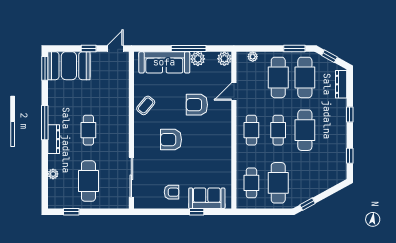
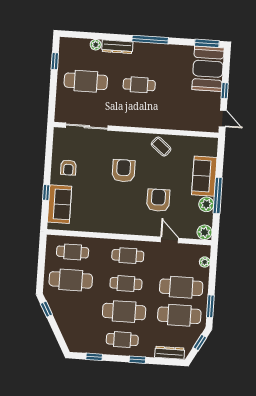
sofa: (164, 62) -> (204, 176), width x0.73
cafe table: (332, 130) -> (122, 340), added
dresser: (54, 139) -> (117, 47), moved

